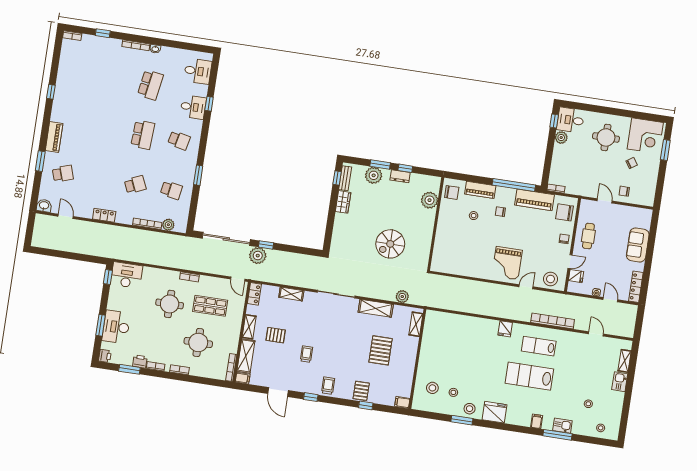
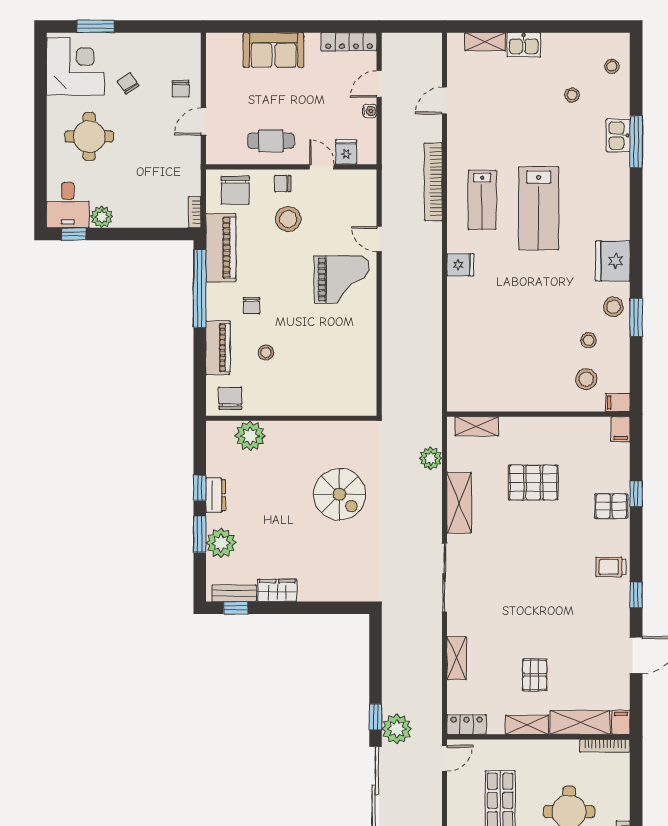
stool: (551, 279) -> (288, 219), moved
trolley: (306, 354) -> (560, 614), removed
filing cabinet: (537, 421) -> (618, 402), moved

